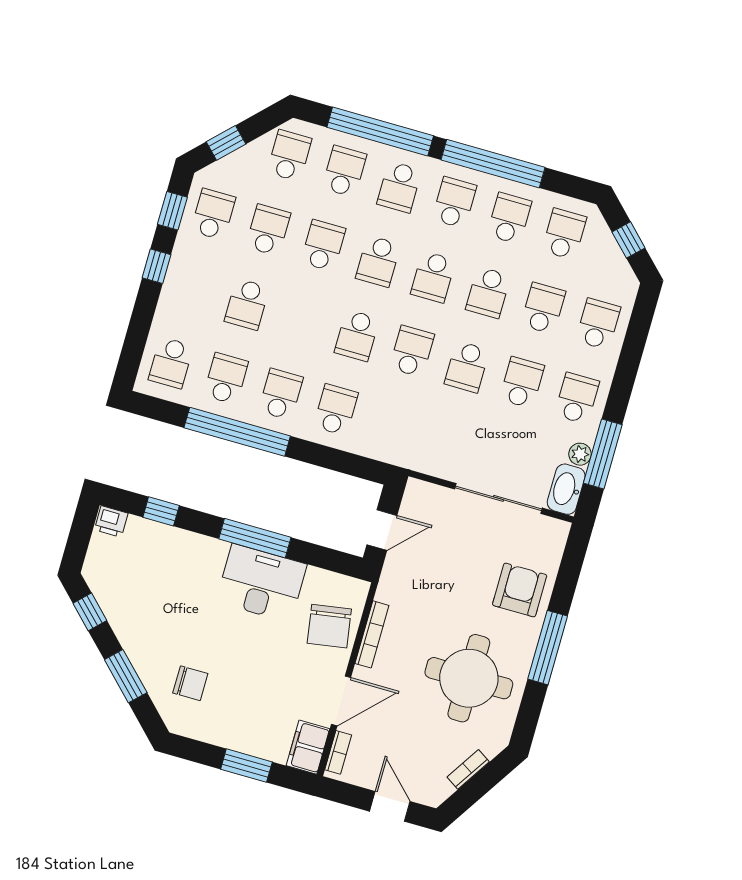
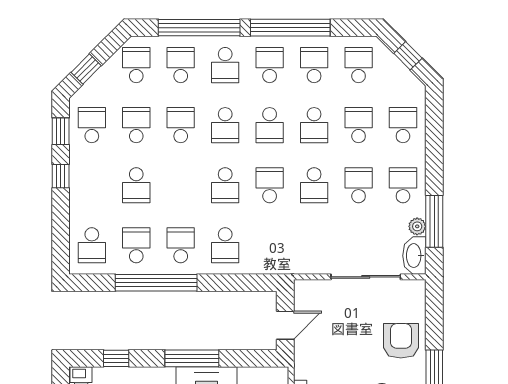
school desk: (336, 410) -> (225, 245), turned 180

